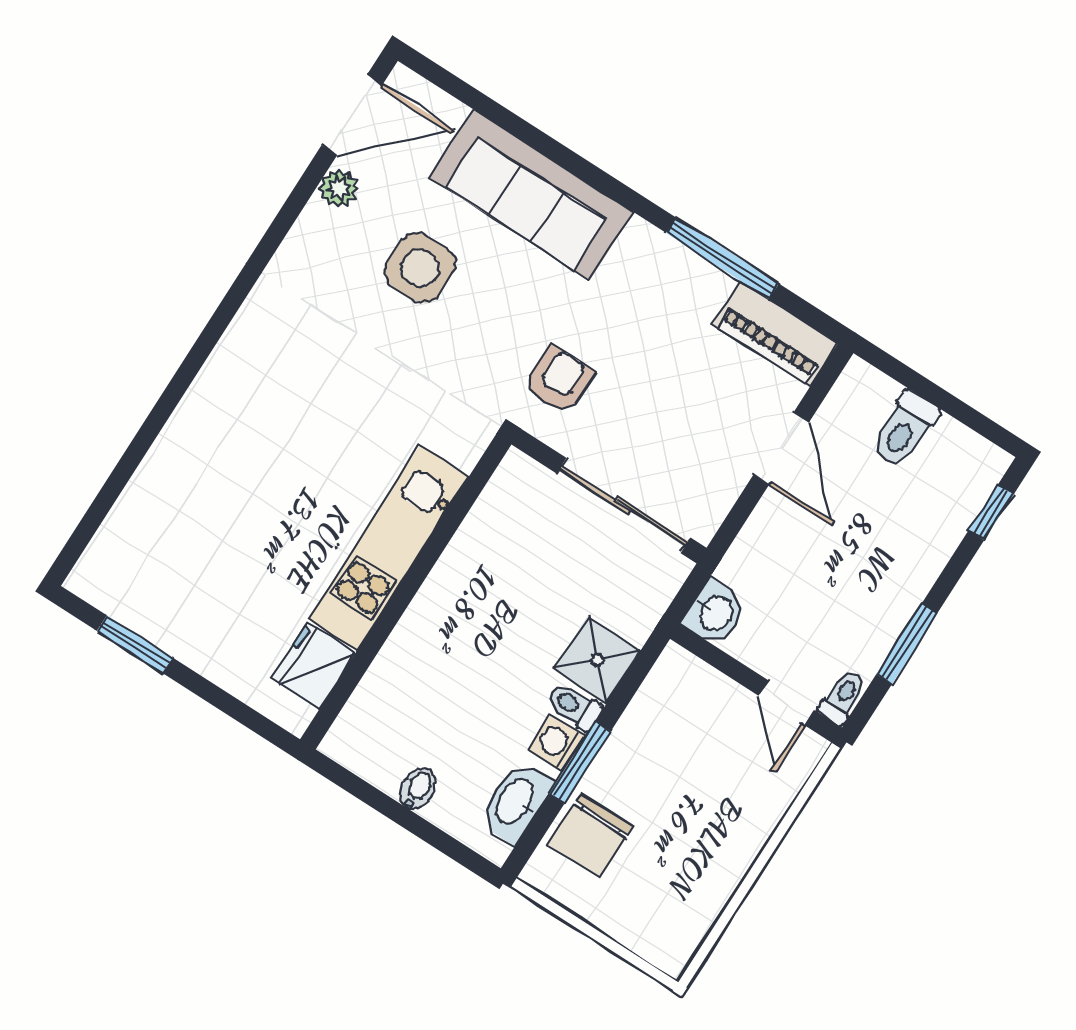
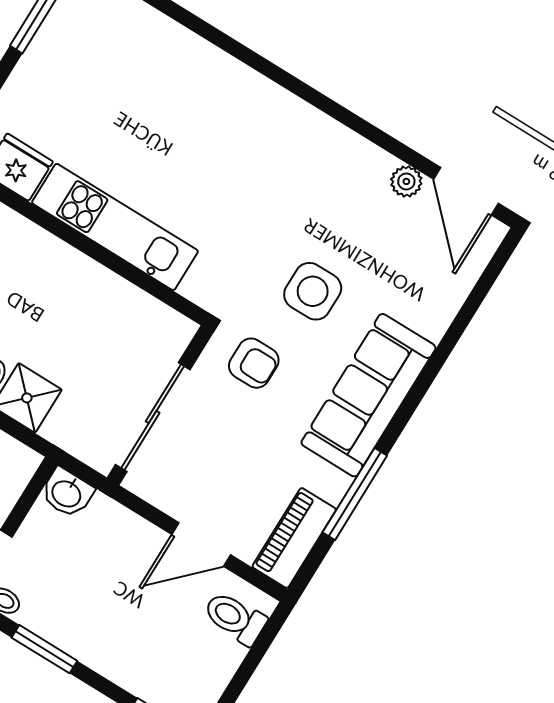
sofa: (532, 195) -> (368, 395), moved
side table: (420, 268) -> (313, 291), moved
toilet: (905, 429) -> (235, 618), moved

